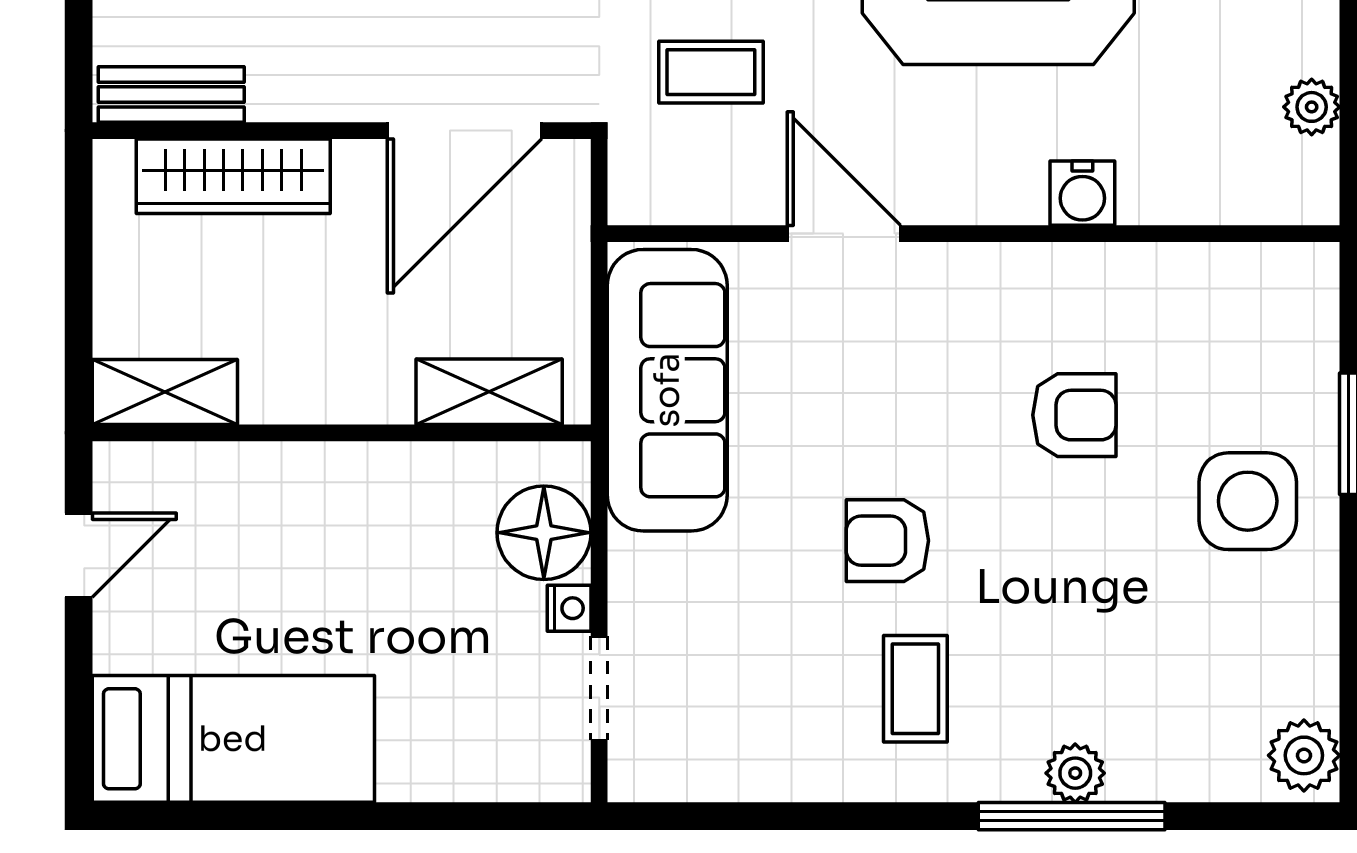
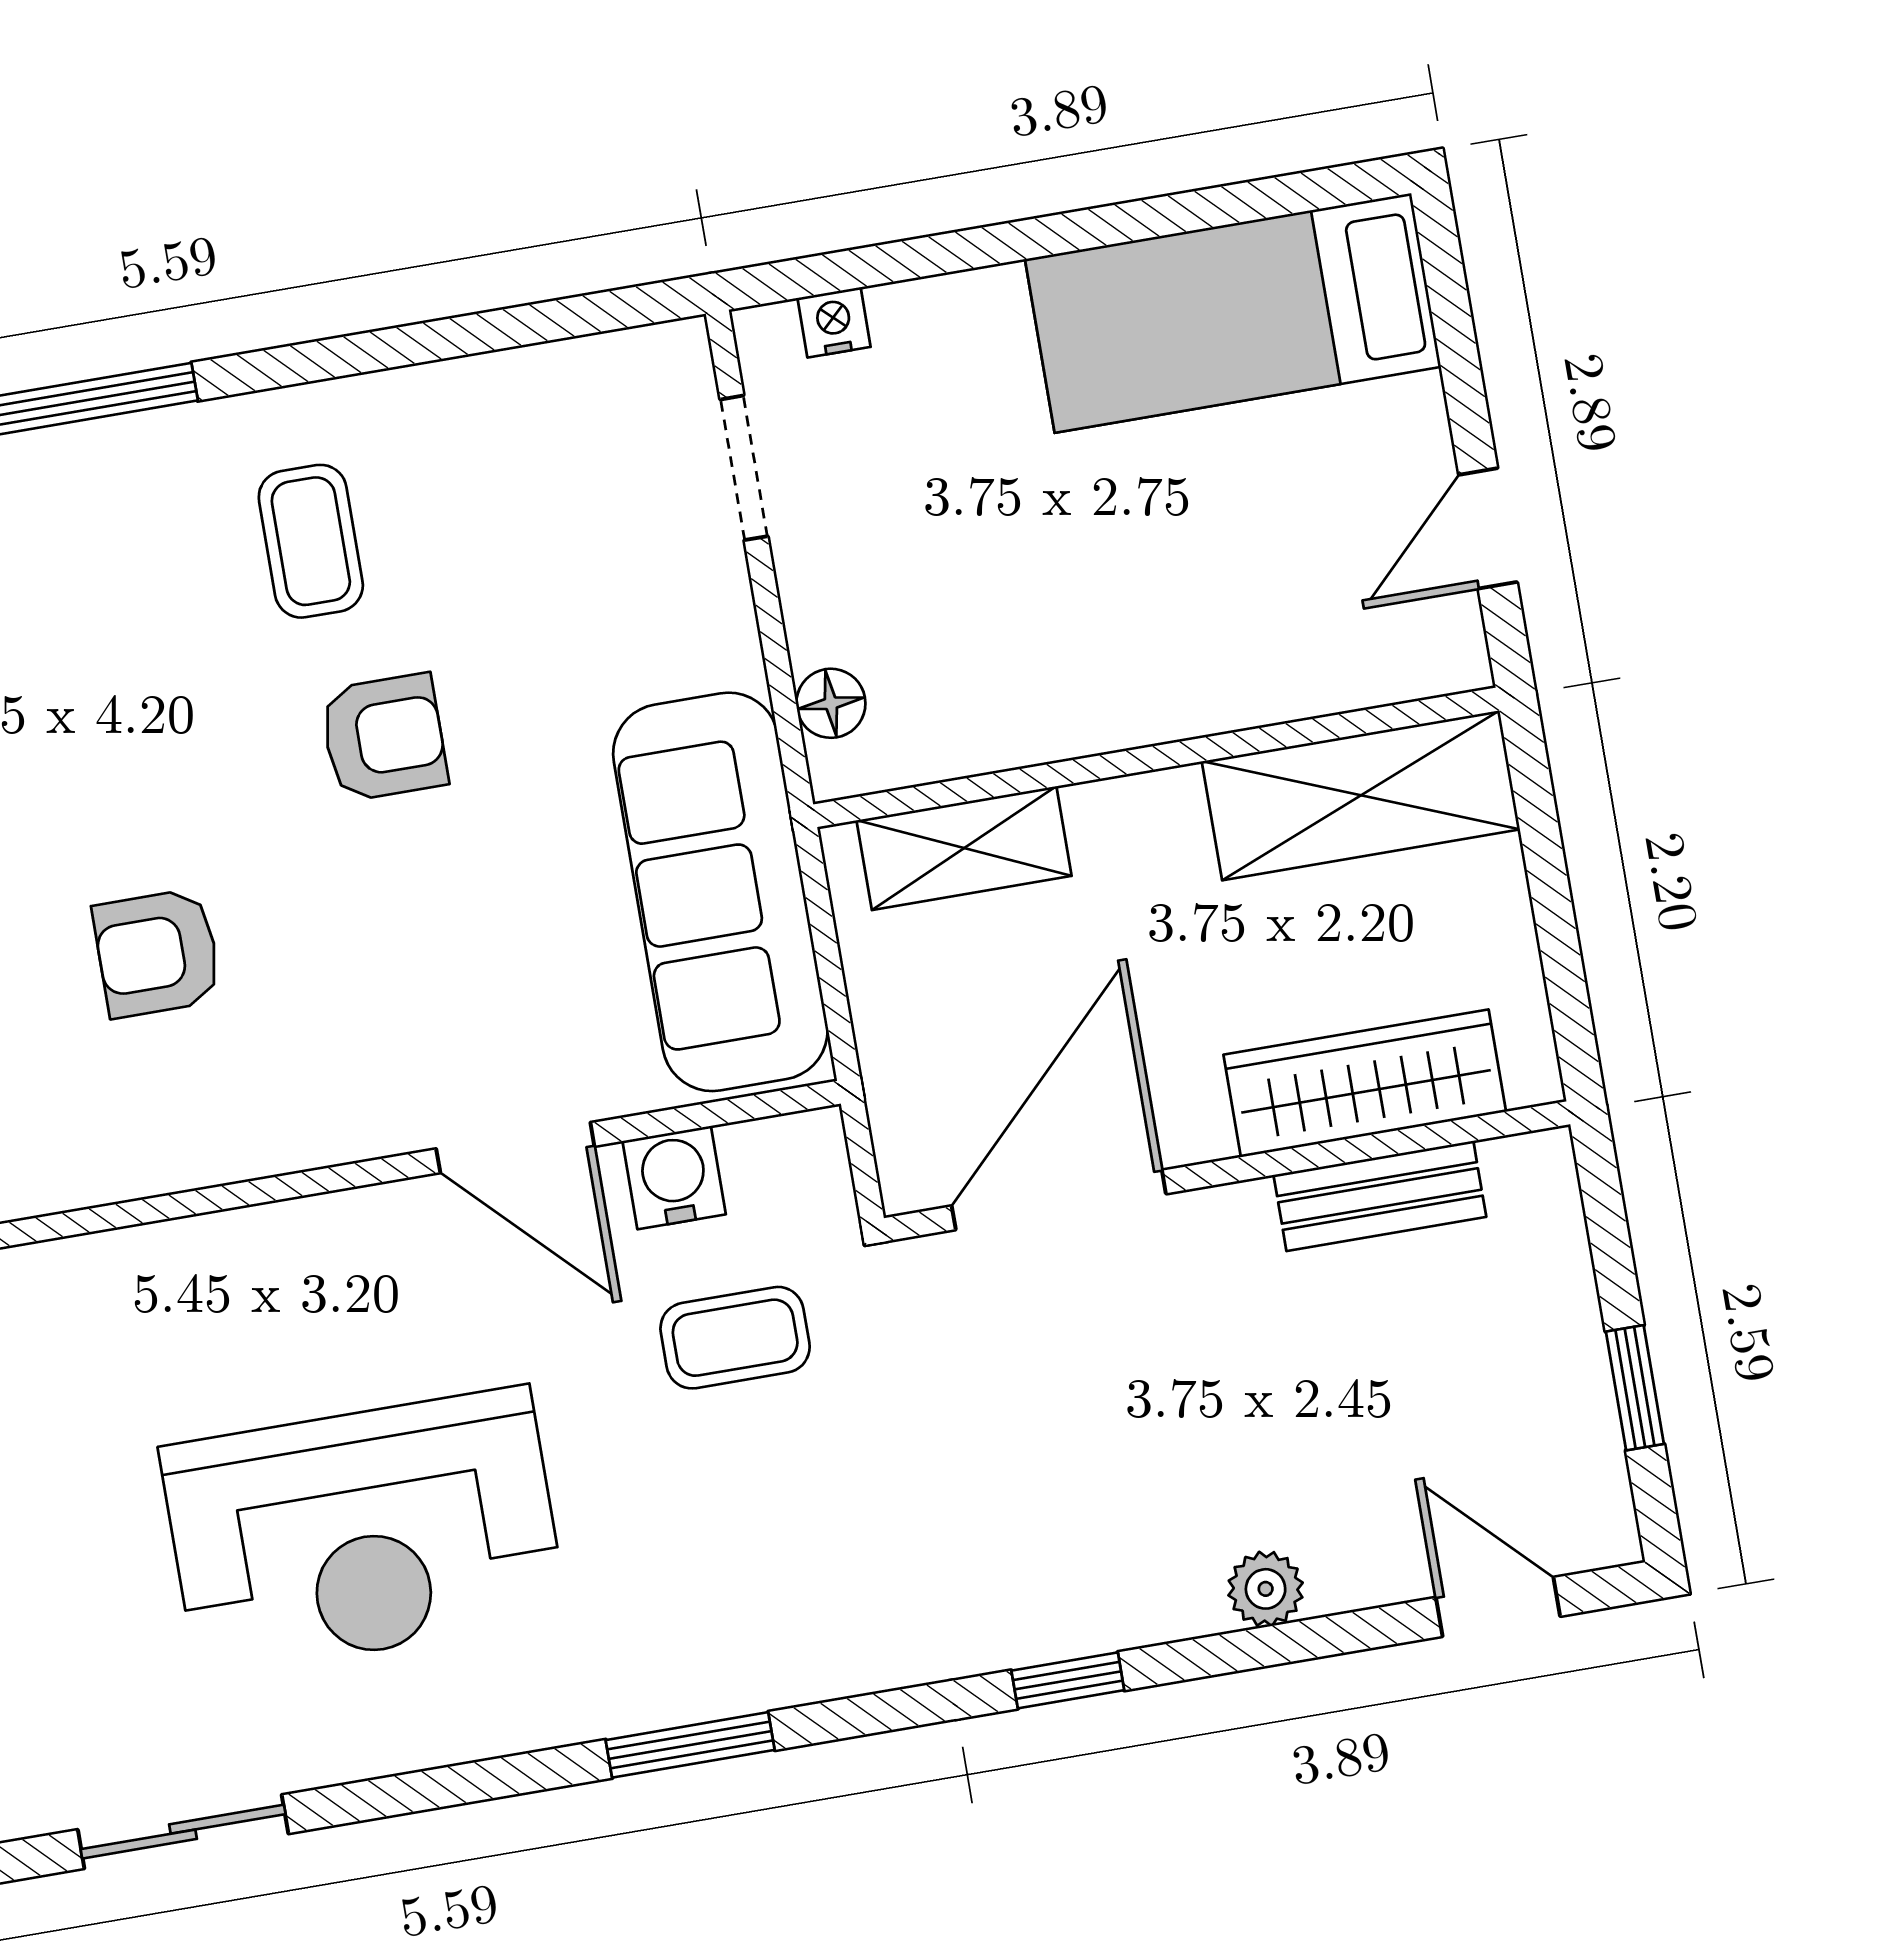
bench: (171, 95) -> (1380, 1196), moved
water cooler: (1082, 193) -> (674, 1178), moved
shelving: (165, 392) -> (1361, 795), width x1.50, depth x1.33
floor lamp: (544, 533) -> (831, 703), width x0.53, depth x0.53
nightstand: (569, 608) -> (834, 322), moved, turned 90
plant: (1075, 773) -> (72, 463), removed

